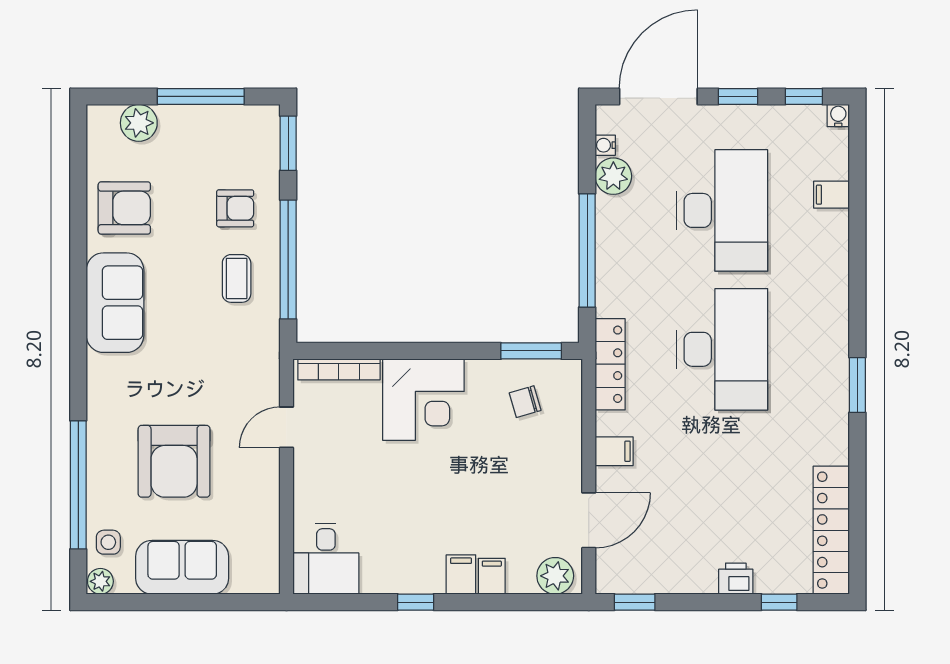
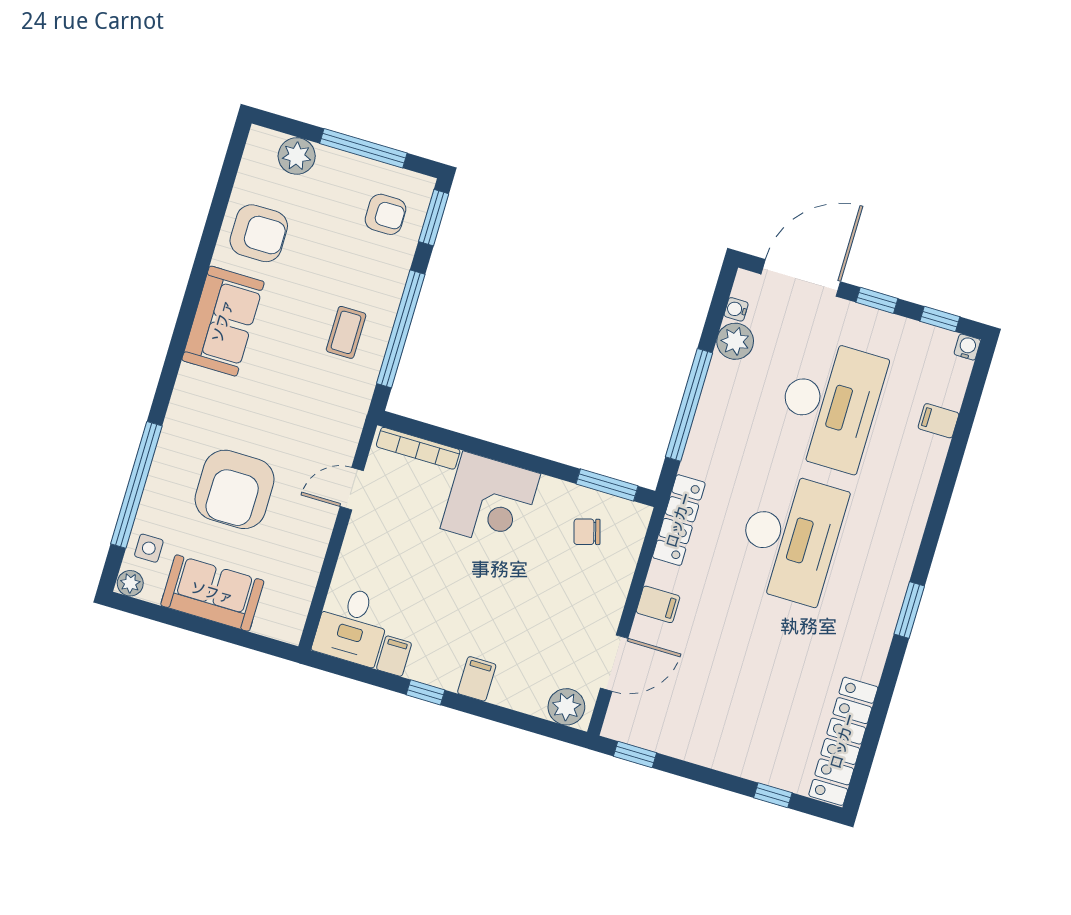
armchair: (235, 208) -> (385, 214), moved
filing cabinet: (492, 576) -> (394, 656), moved
printer: (736, 579) -> (738, 761), removed

